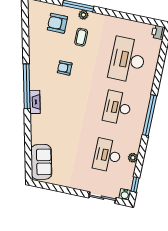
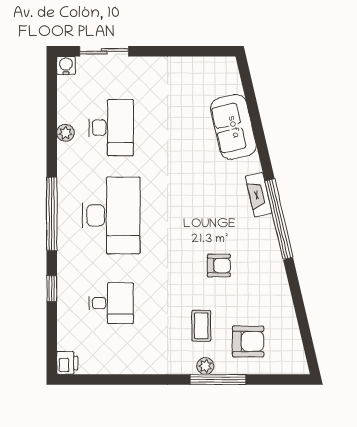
desk: (128, 60) -> (111, 303), width x0.53, depth x0.77
desk: (117, 108) -> (111, 215), width x1.36, depth x1.30
sofa: (41, 162) -> (233, 127), moved
window: (135, 185) -> (52, 289), moved

